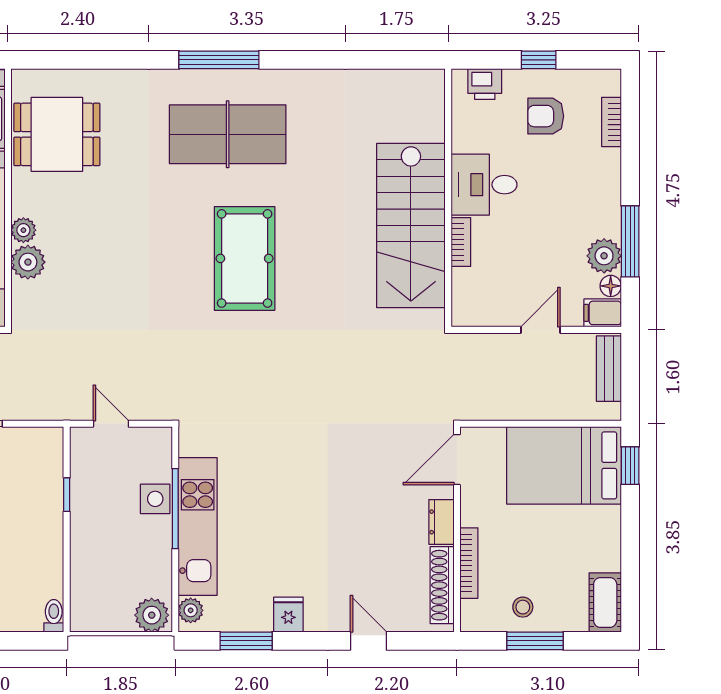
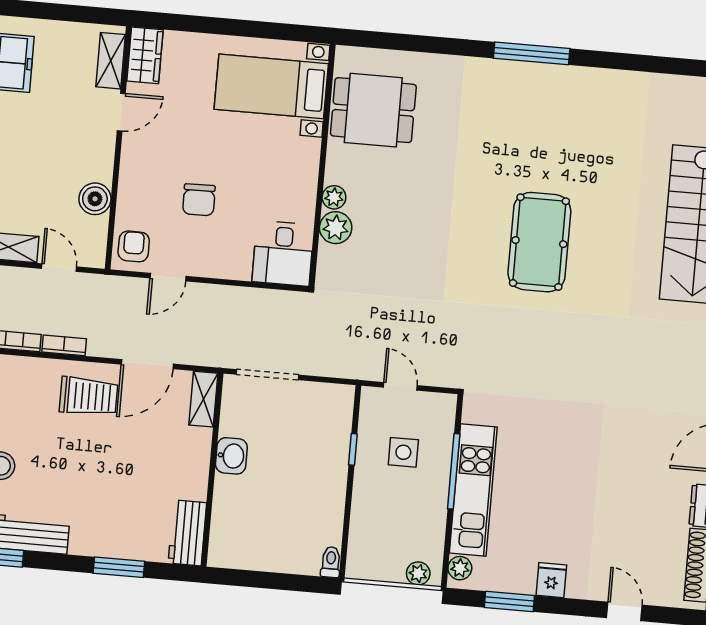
table tennis table: (228, 134) -> (534, 124), removed
side table: (155, 499) -> (403, 452), moved
plant: (152, 615) -> (418, 573), width x0.73, depth x0.73

